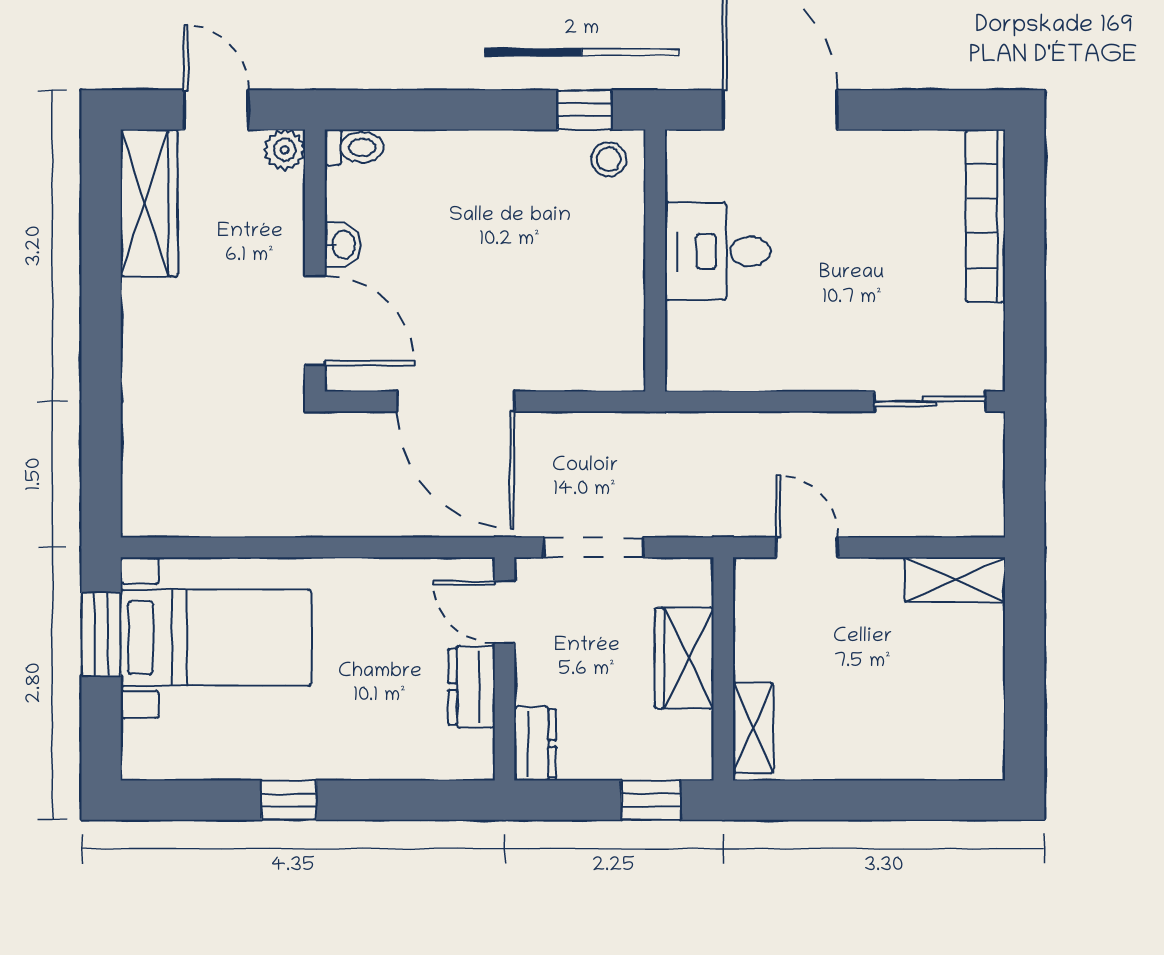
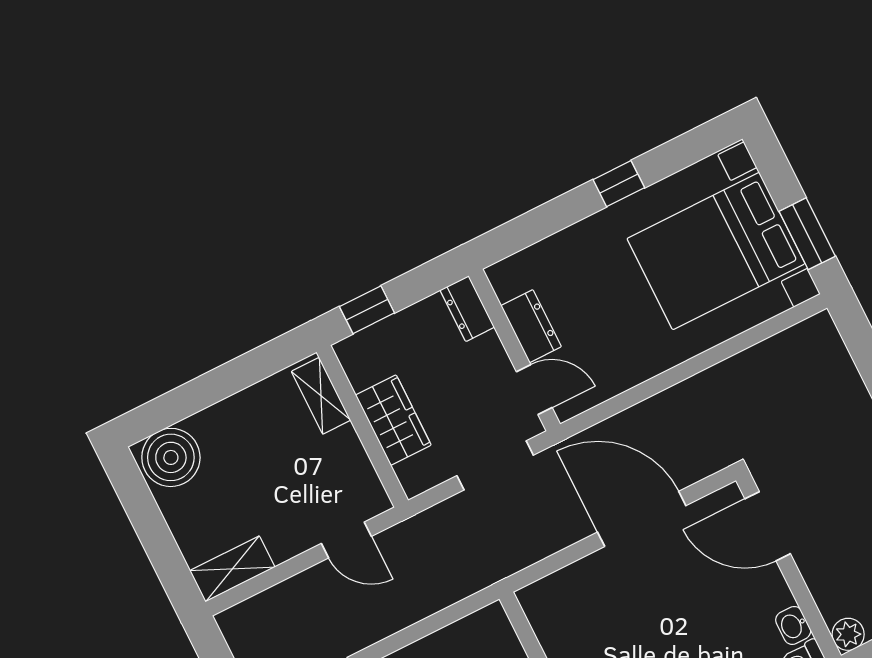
washbasin: (343, 245) -> (793, 625), moved
bed with nightstands: (216, 638) -> (716, 251), width x1.36
boiler: (961, 743) -> (171, 457), added

